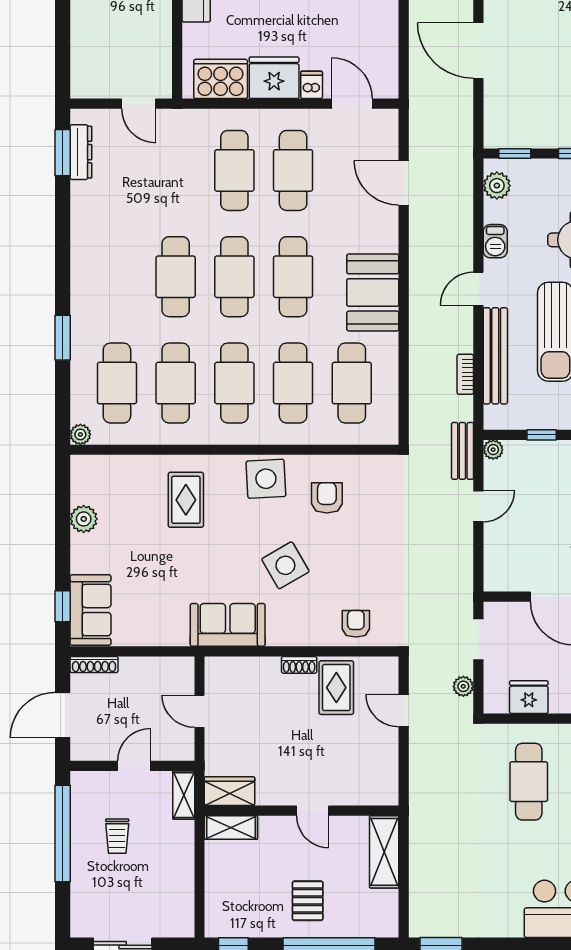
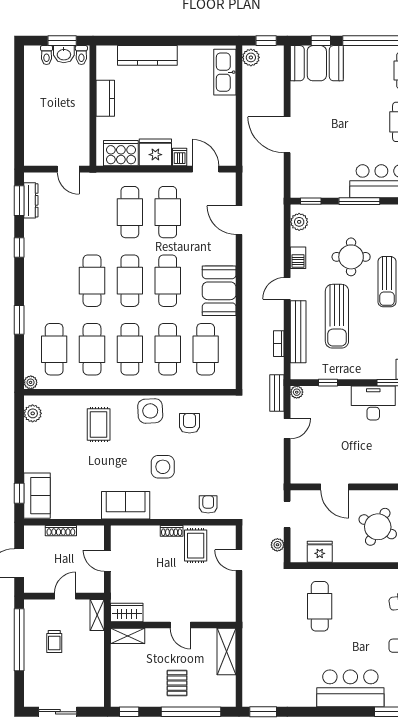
window: (63, 225) -> (19, 248), added
plant: (84, 519) -> (33, 413), moved
side table: (285, 565) -> (163, 467), turned 30
shoe rack: (94, 665) -> (61, 531), moved

